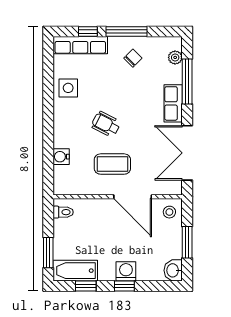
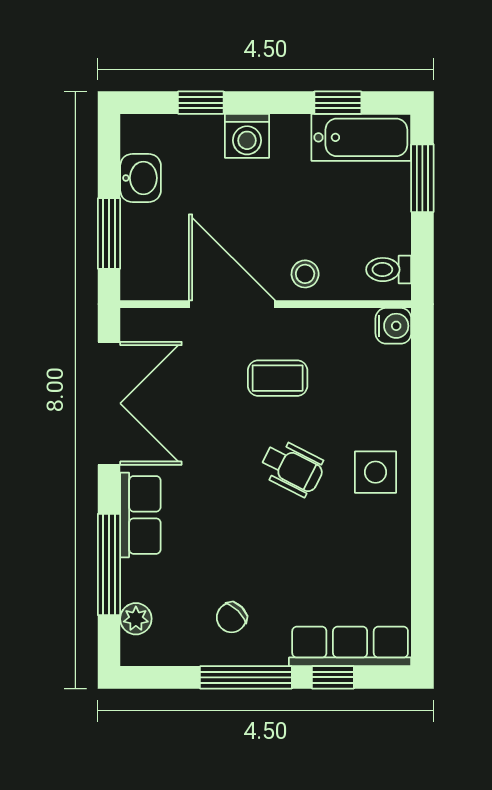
side table: (68, 88) -> (375, 472), moved
water cooler: (61, 157) -> (393, 326), moved
coffee table: (112, 164) -> (278, 378), width x0.73, depth x0.77
stool: (169, 212) -> (305, 274), moved
window: (187, 242) -> (109, 233), moved
washbasin: (173, 270) -> (141, 178), moved
window: (124, 286) -> (201, 103), moved

